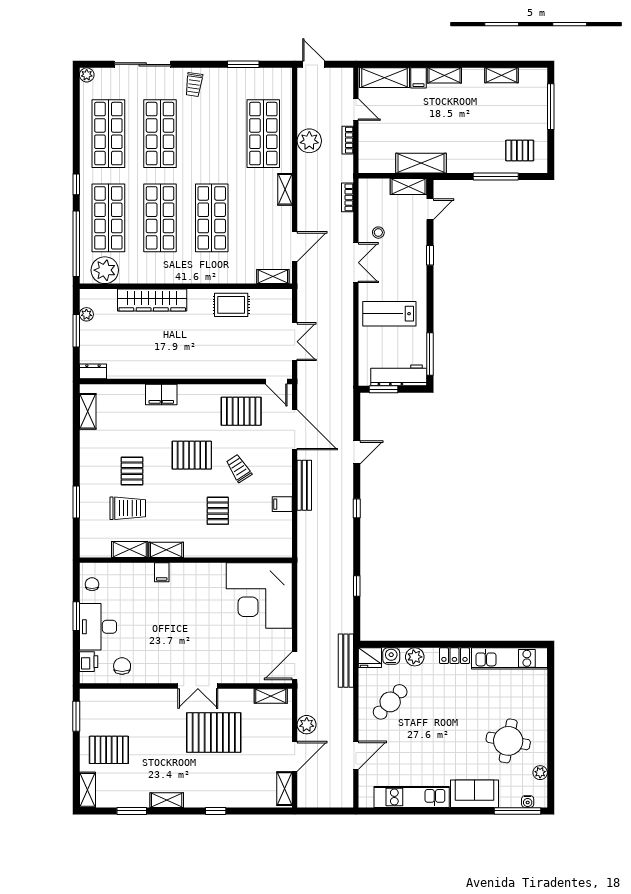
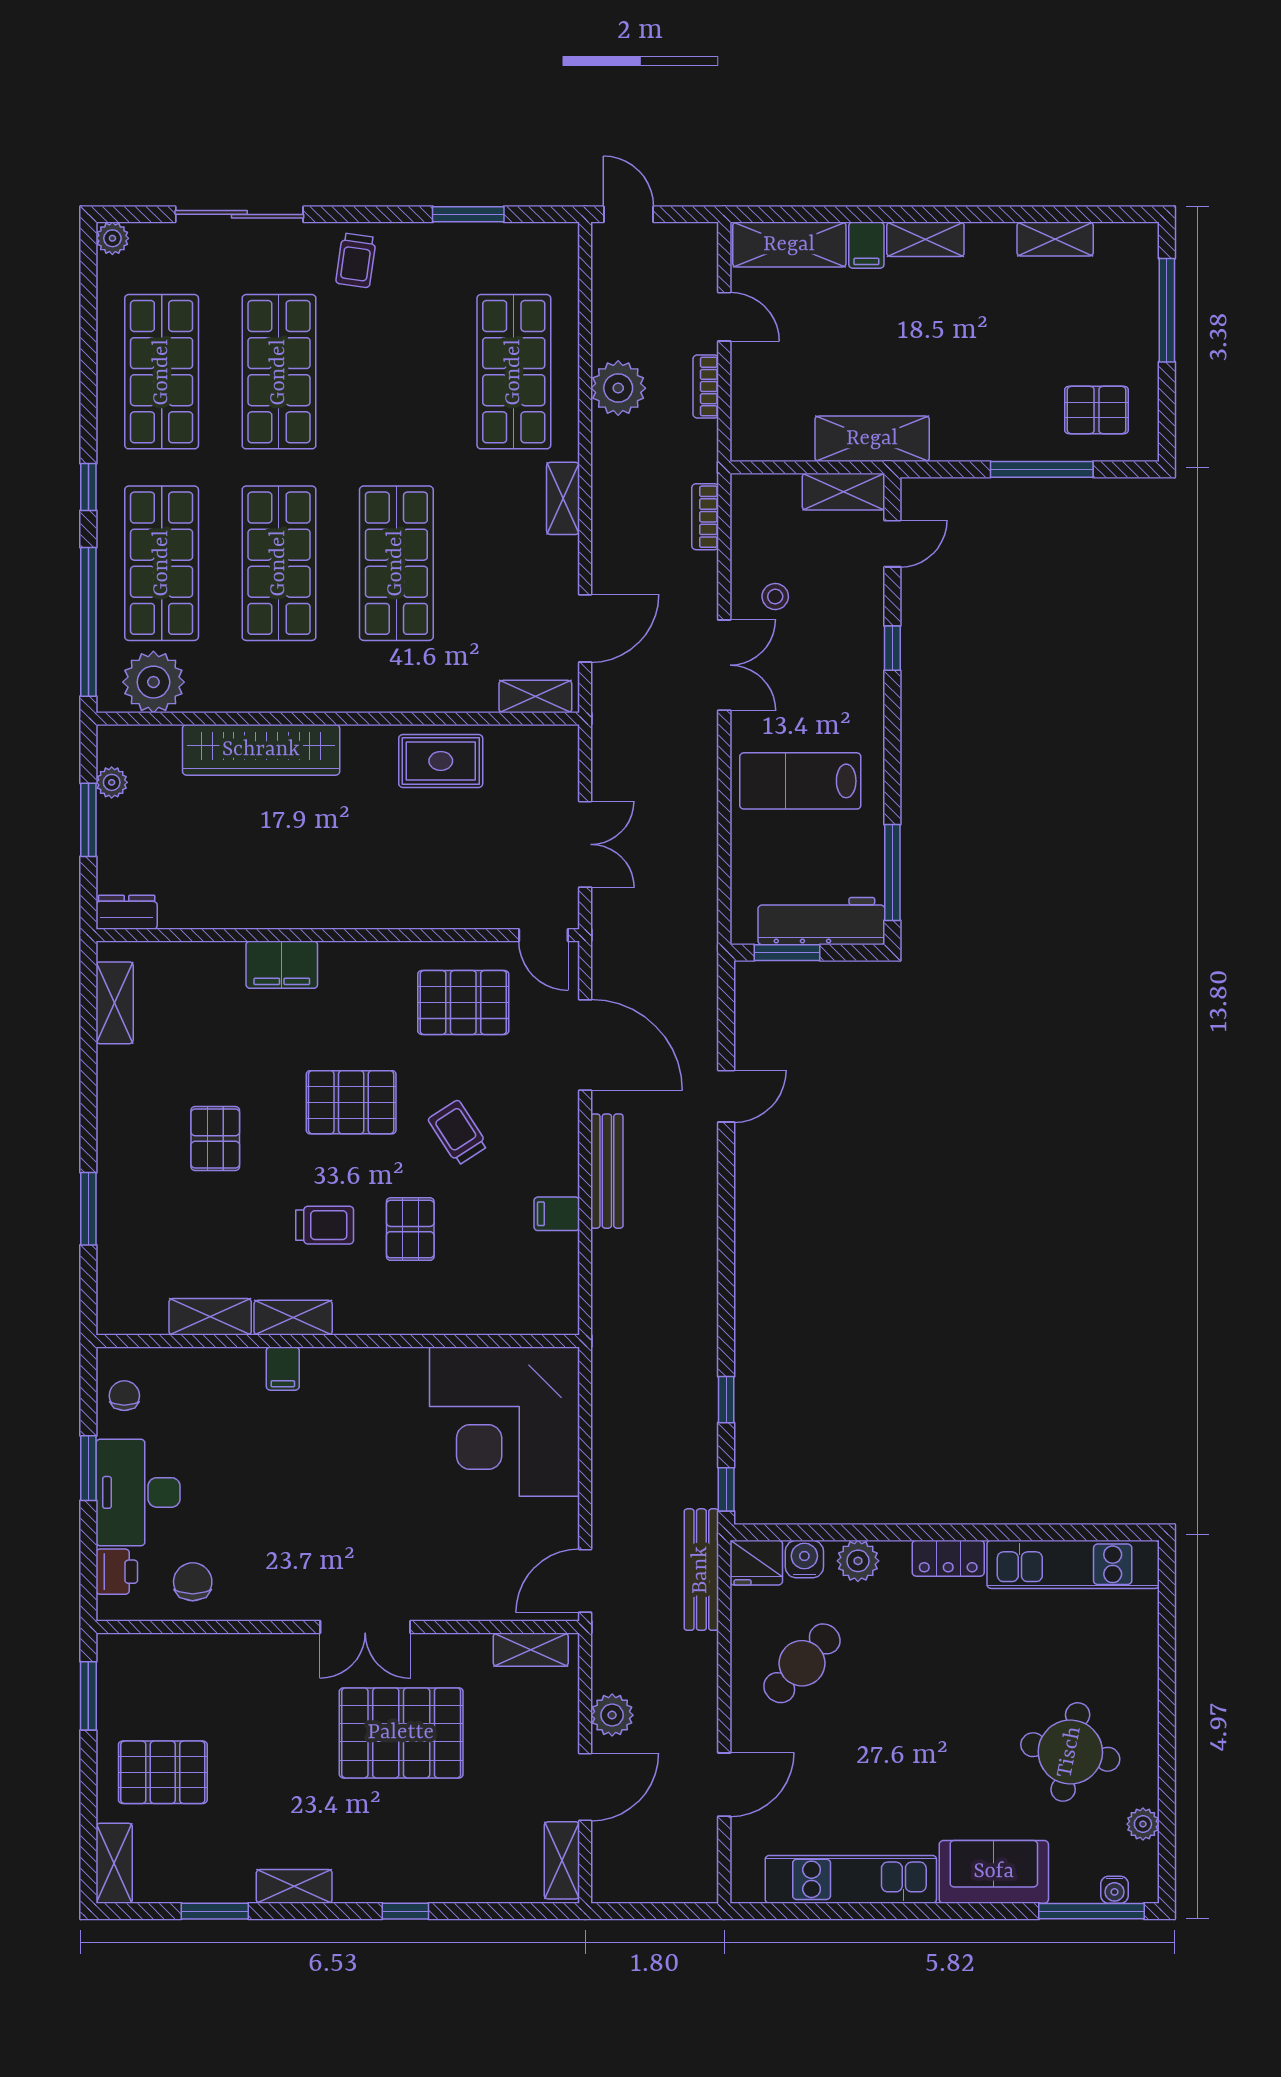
trolley: (128, 508) -> (325, 1225), moved, width x0.73, depth x0.72
window: (357, 508) -> (726, 1489), moved

